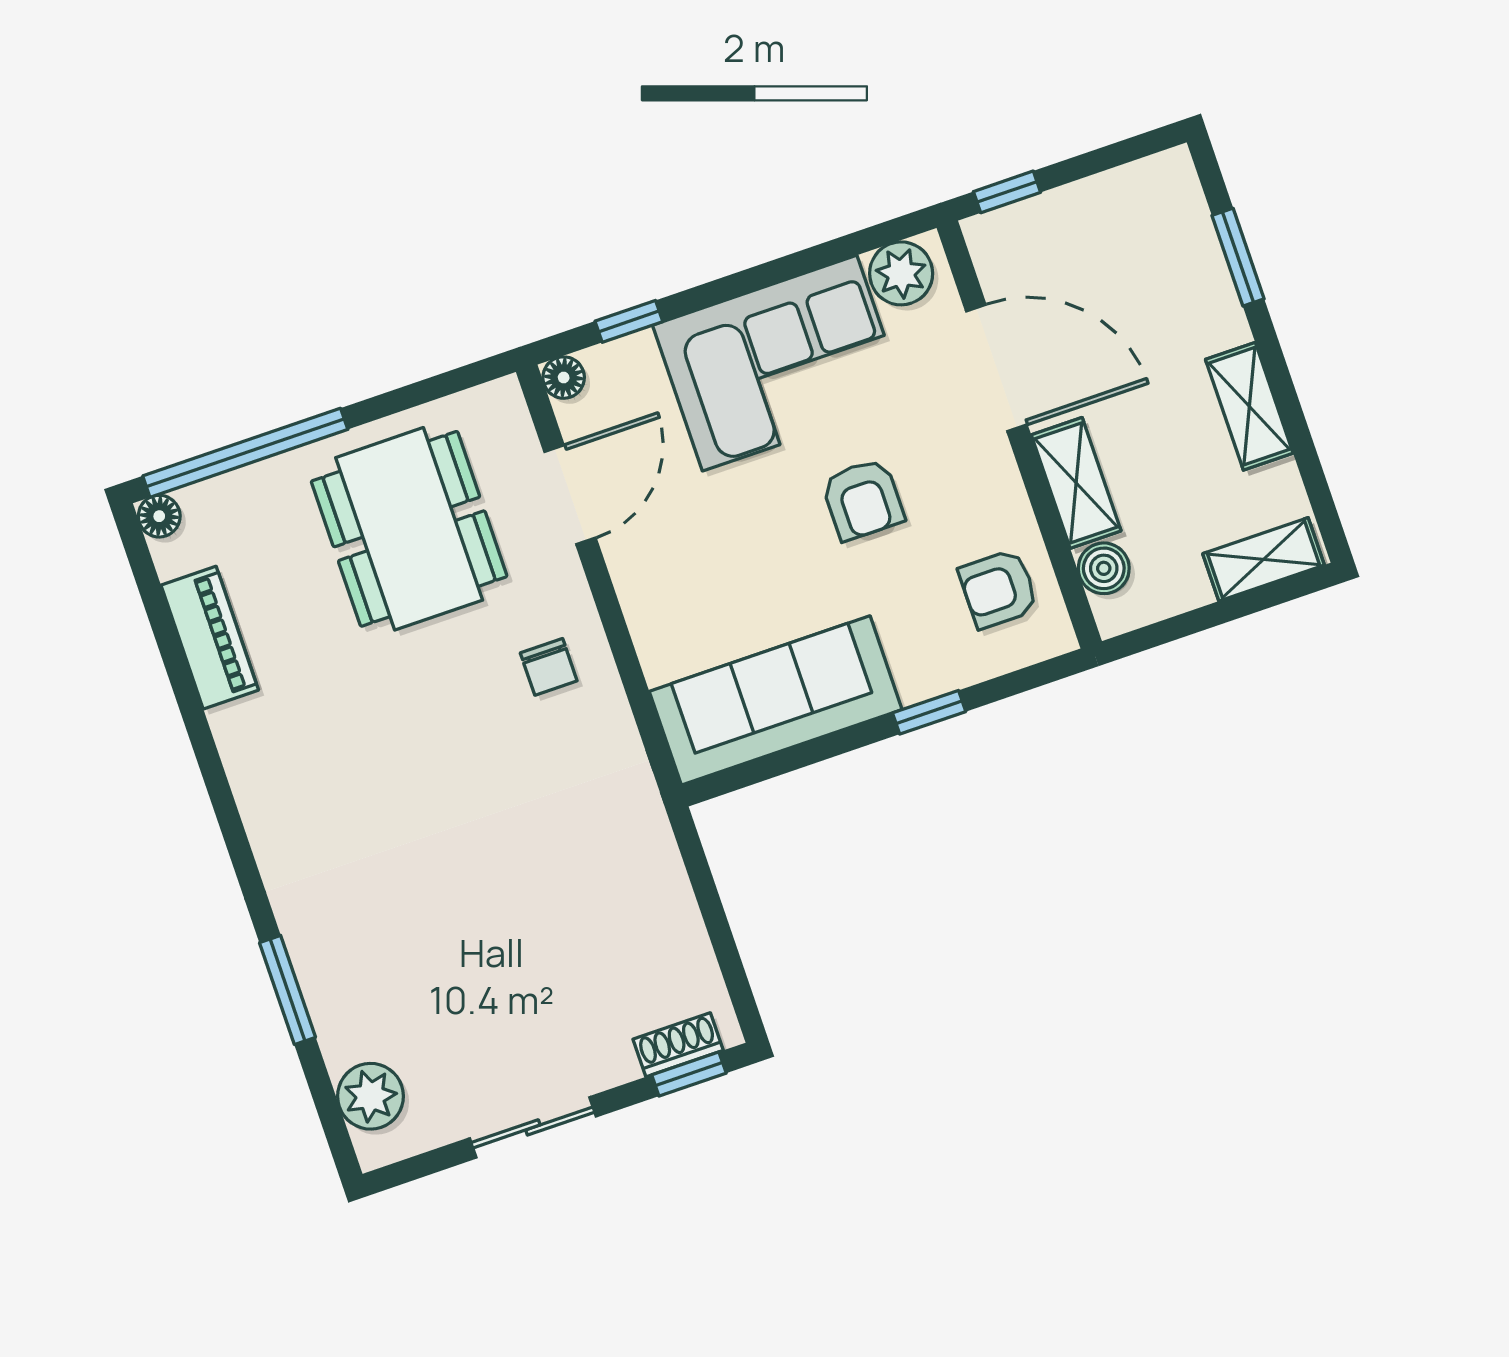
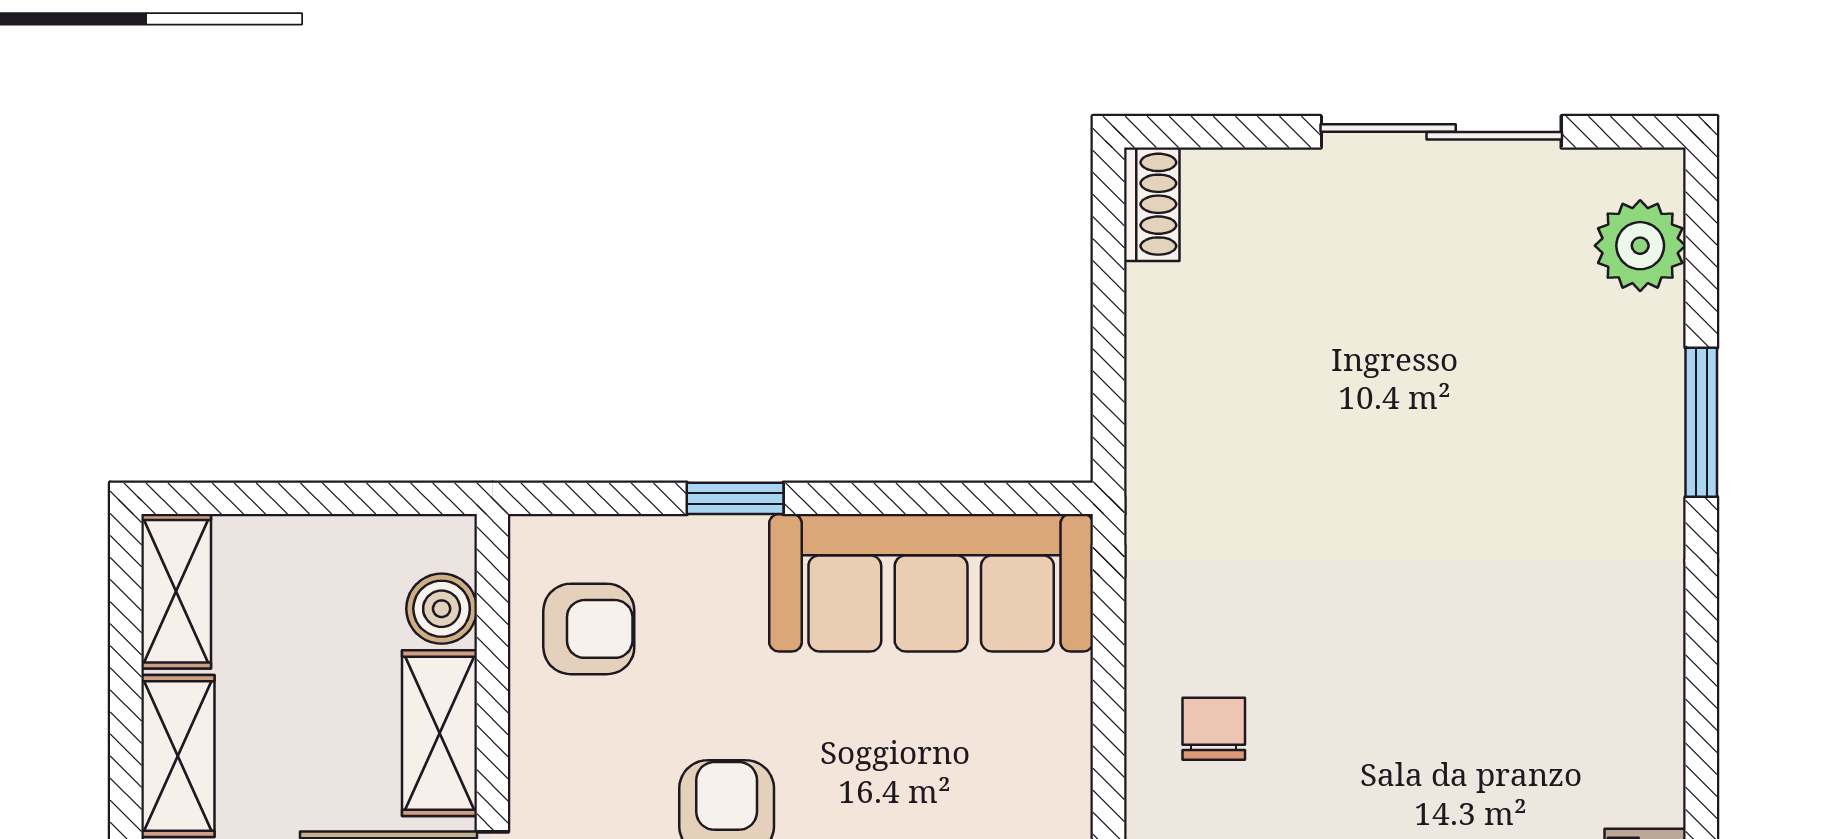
shelving: (1264, 559) -> (176, 591), moved, turned 90
shoe rack: (678, 1045) -> (1152, 204), moved, turned -90
window: (689, 1074) -> (1213, 132), removed
sliding door: (533, 1127) -> (1441, 132), width x1.37

